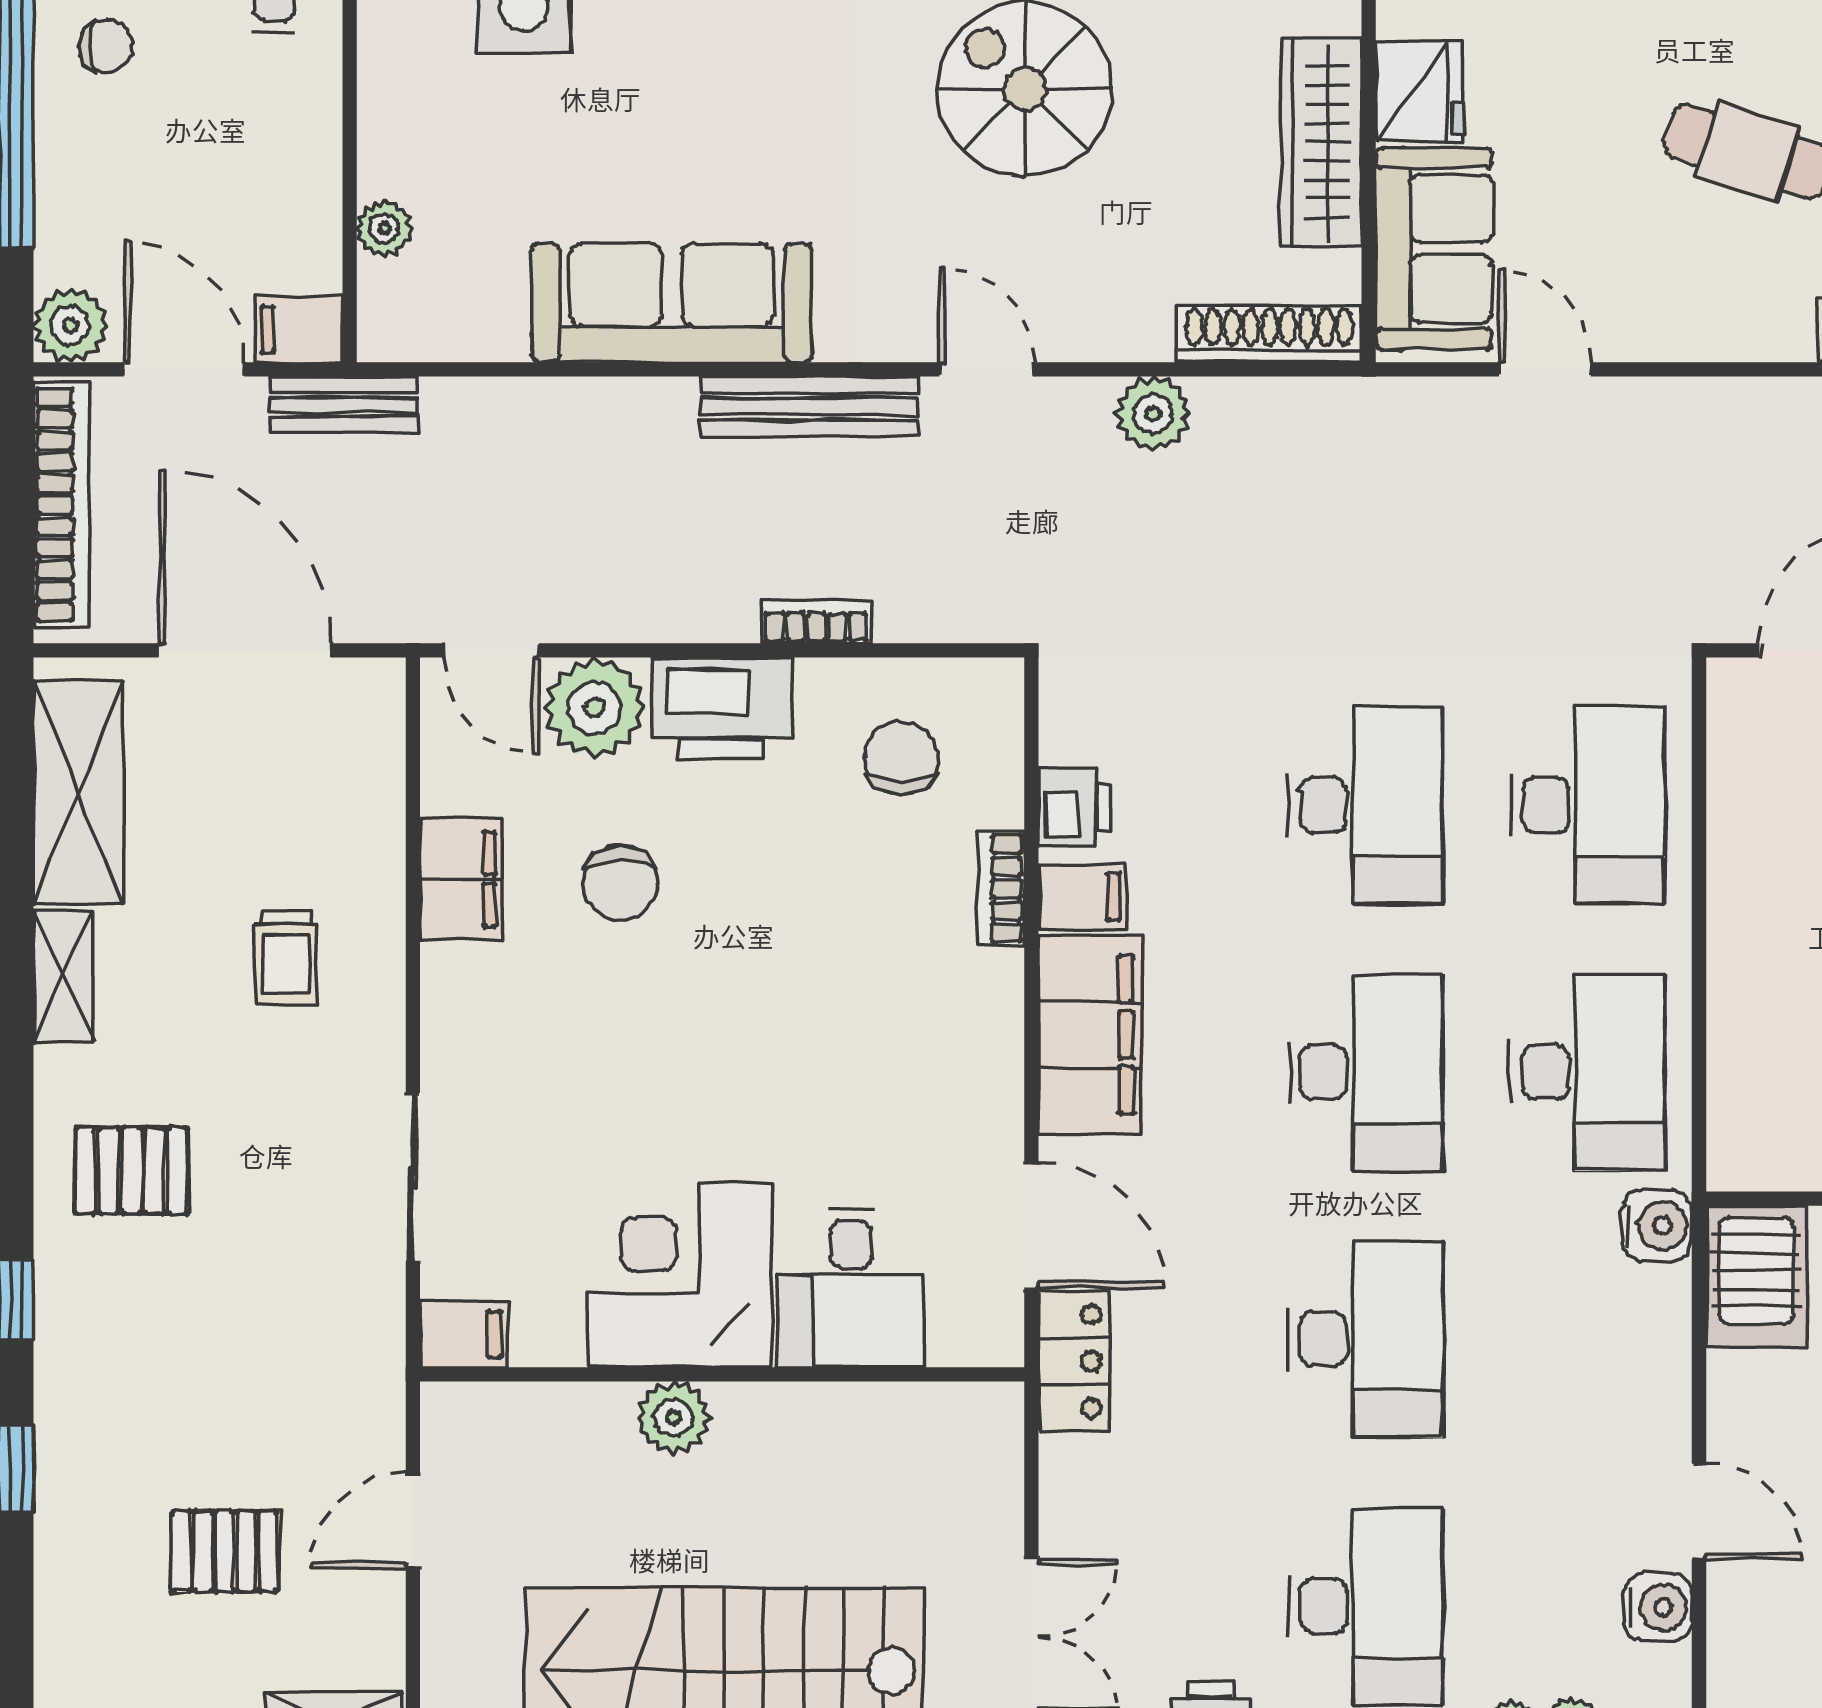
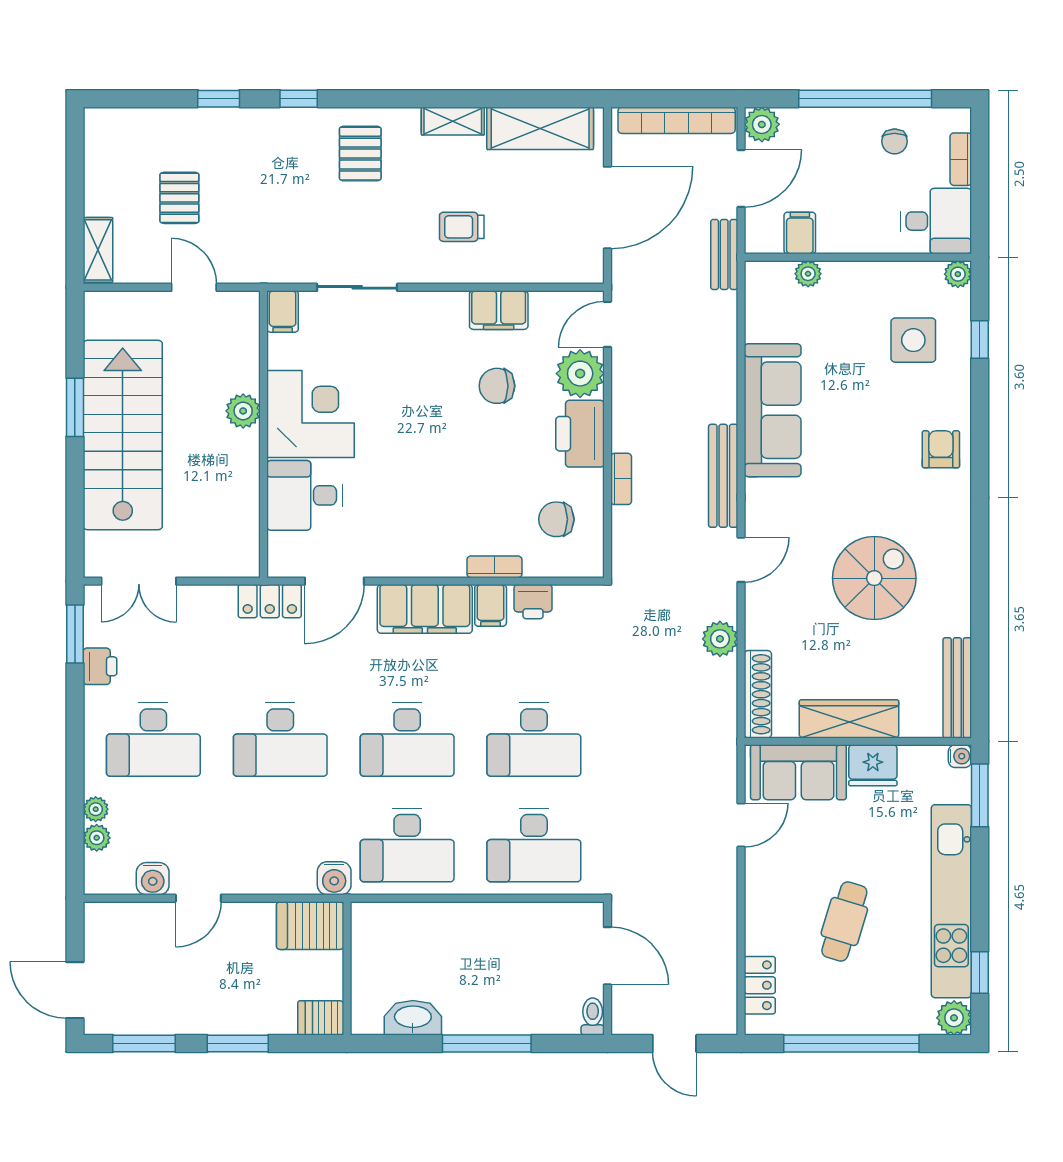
filing cabinet: (299, 329) -> (800, 233), moved
chair: (901, 758) -> (556, 519), turned 180

